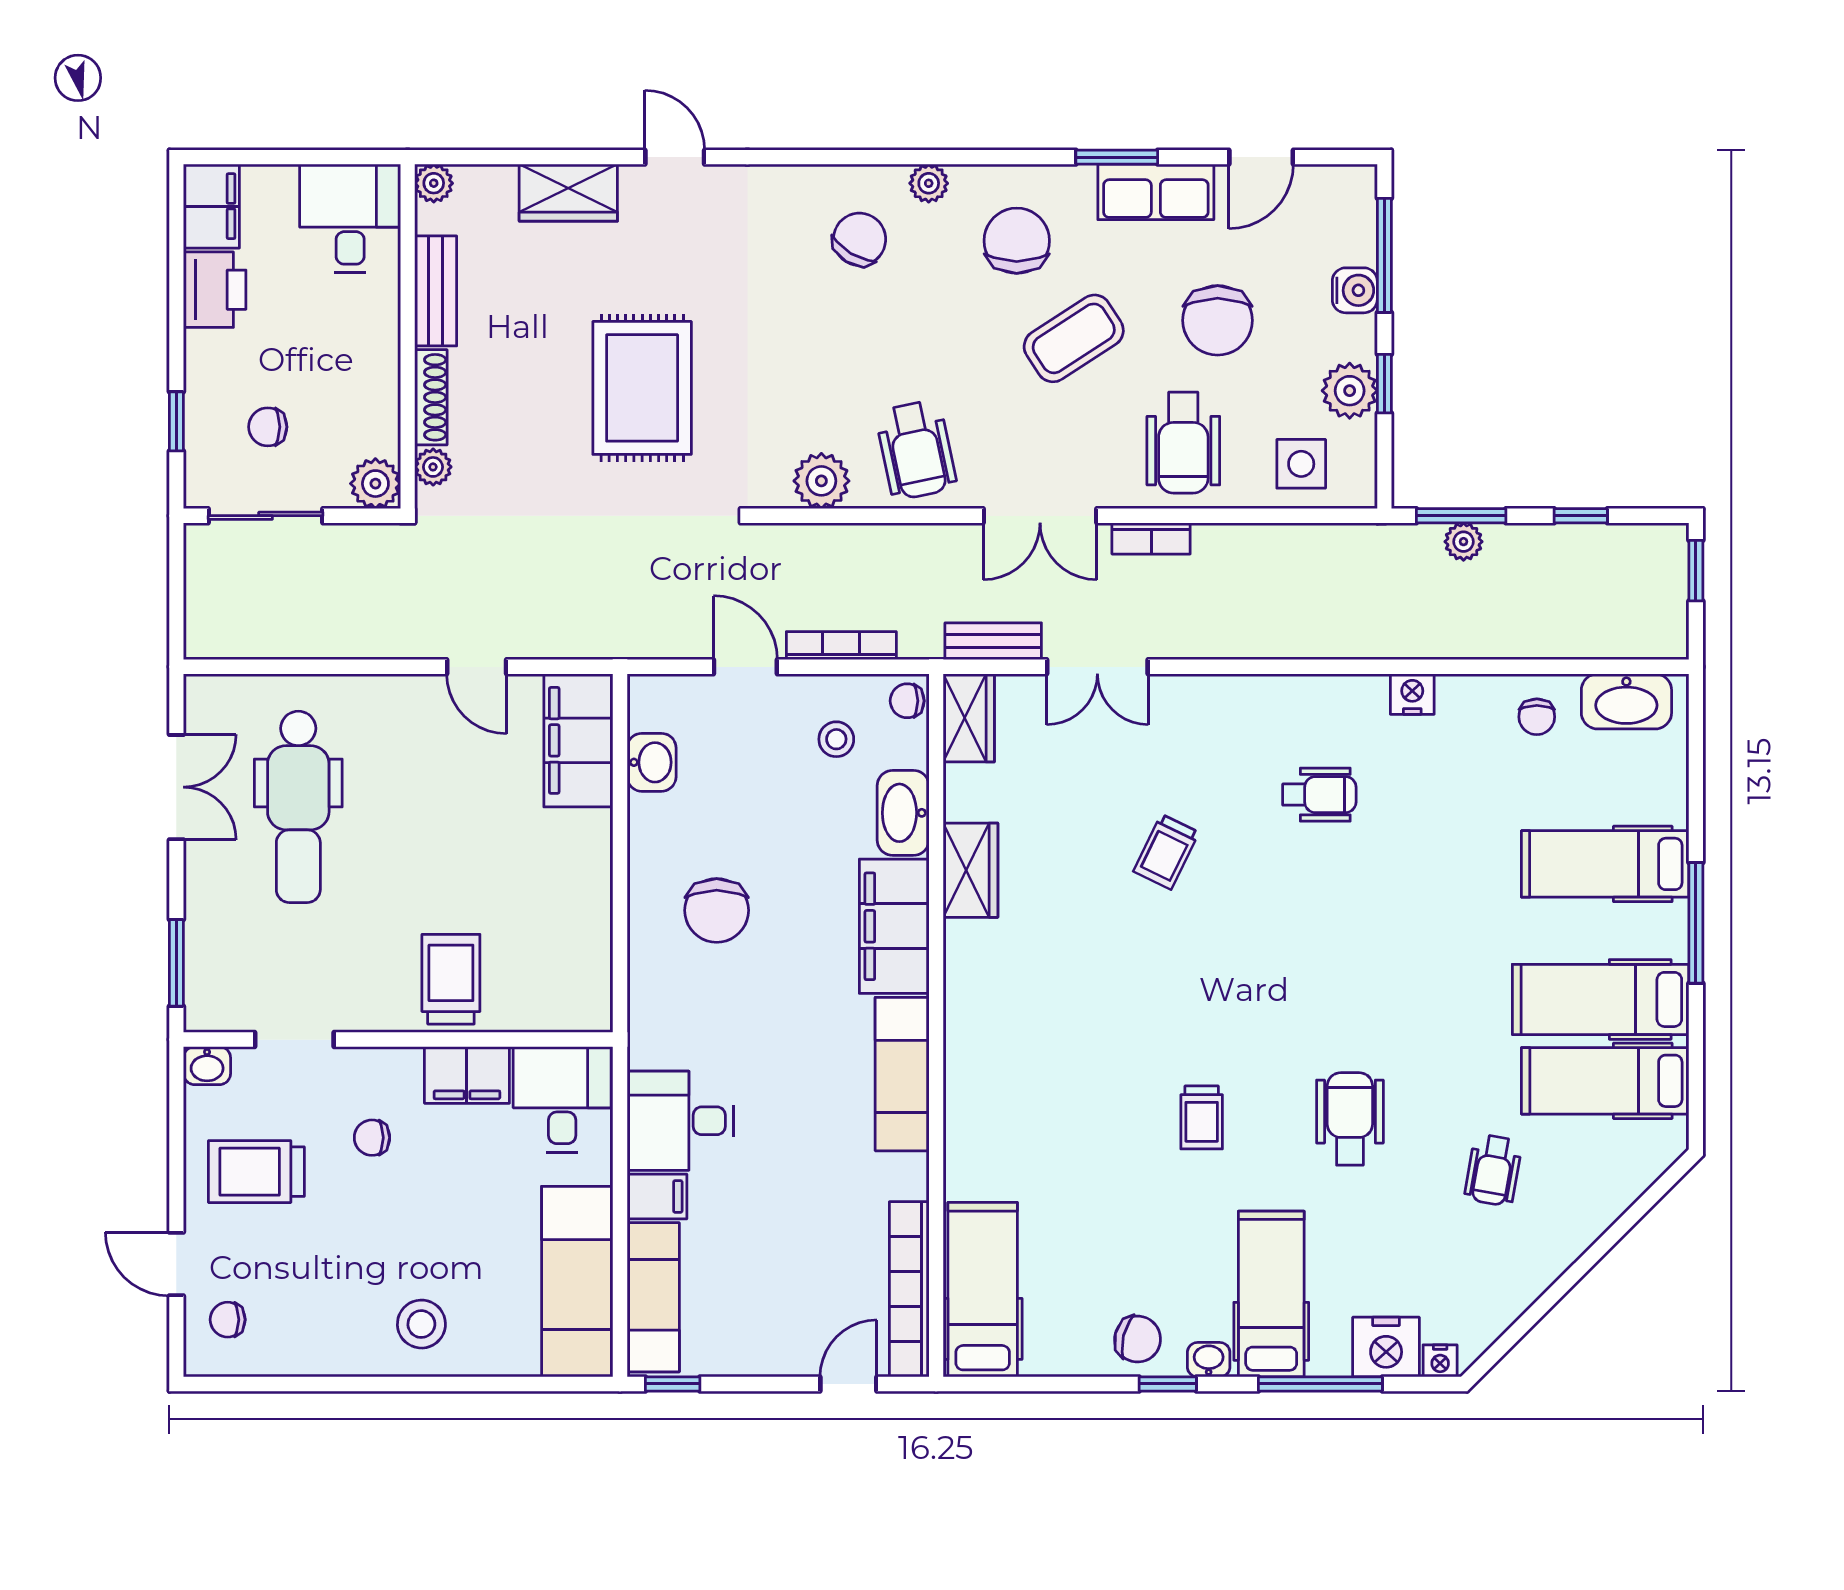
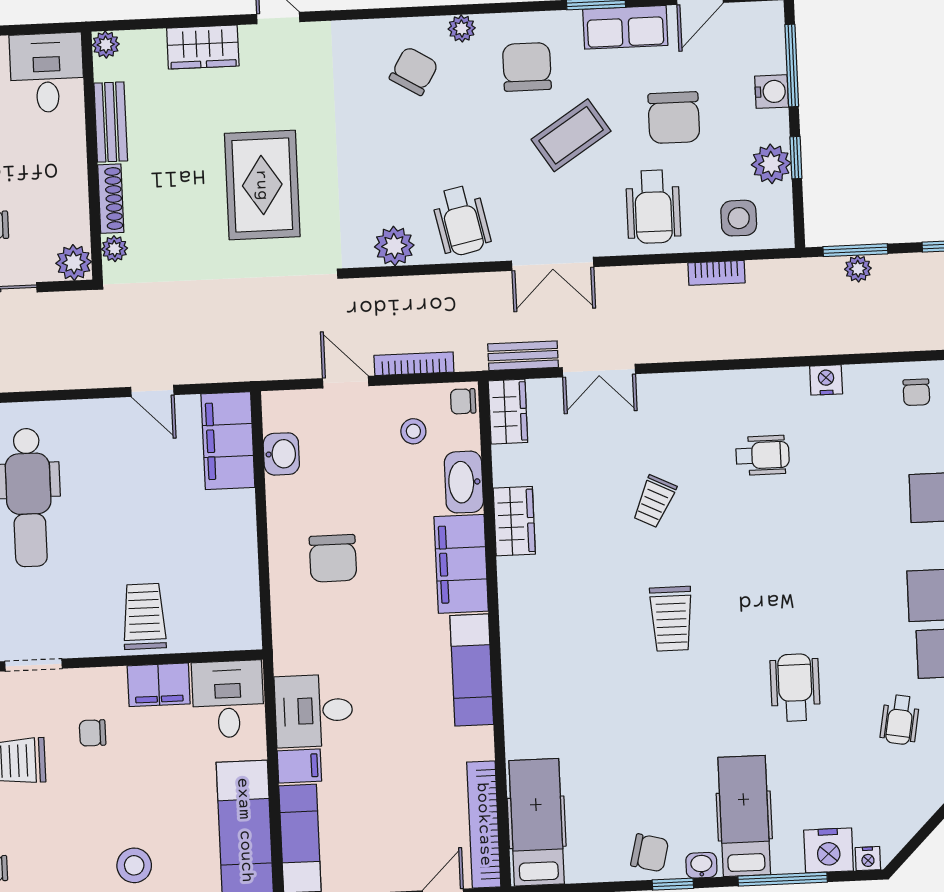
bookcase: (1151, 538) -> (717, 273), moved
trolley: (1202, 1117) -> (671, 619), moved, width x1.36, depth x1.39

